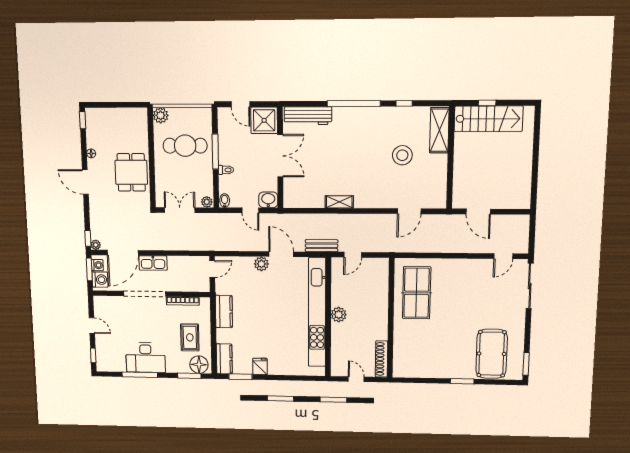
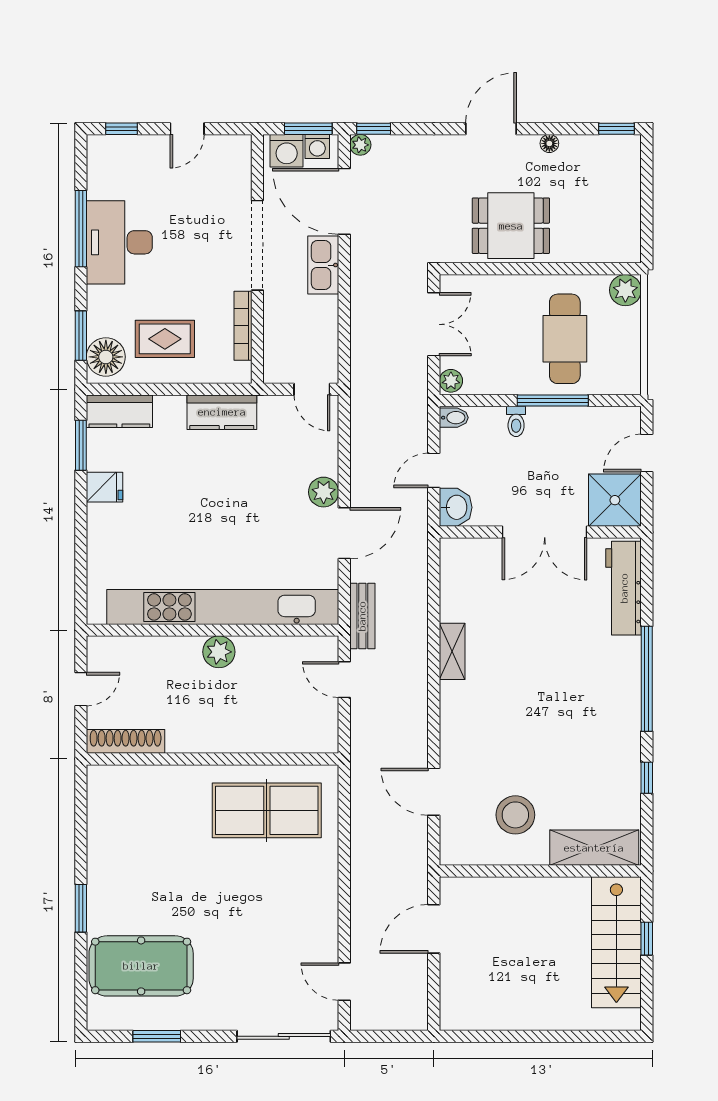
stool: (402, 155) -> (515, 815), moved
window: (526, 364) -> (157, 1036), moved

